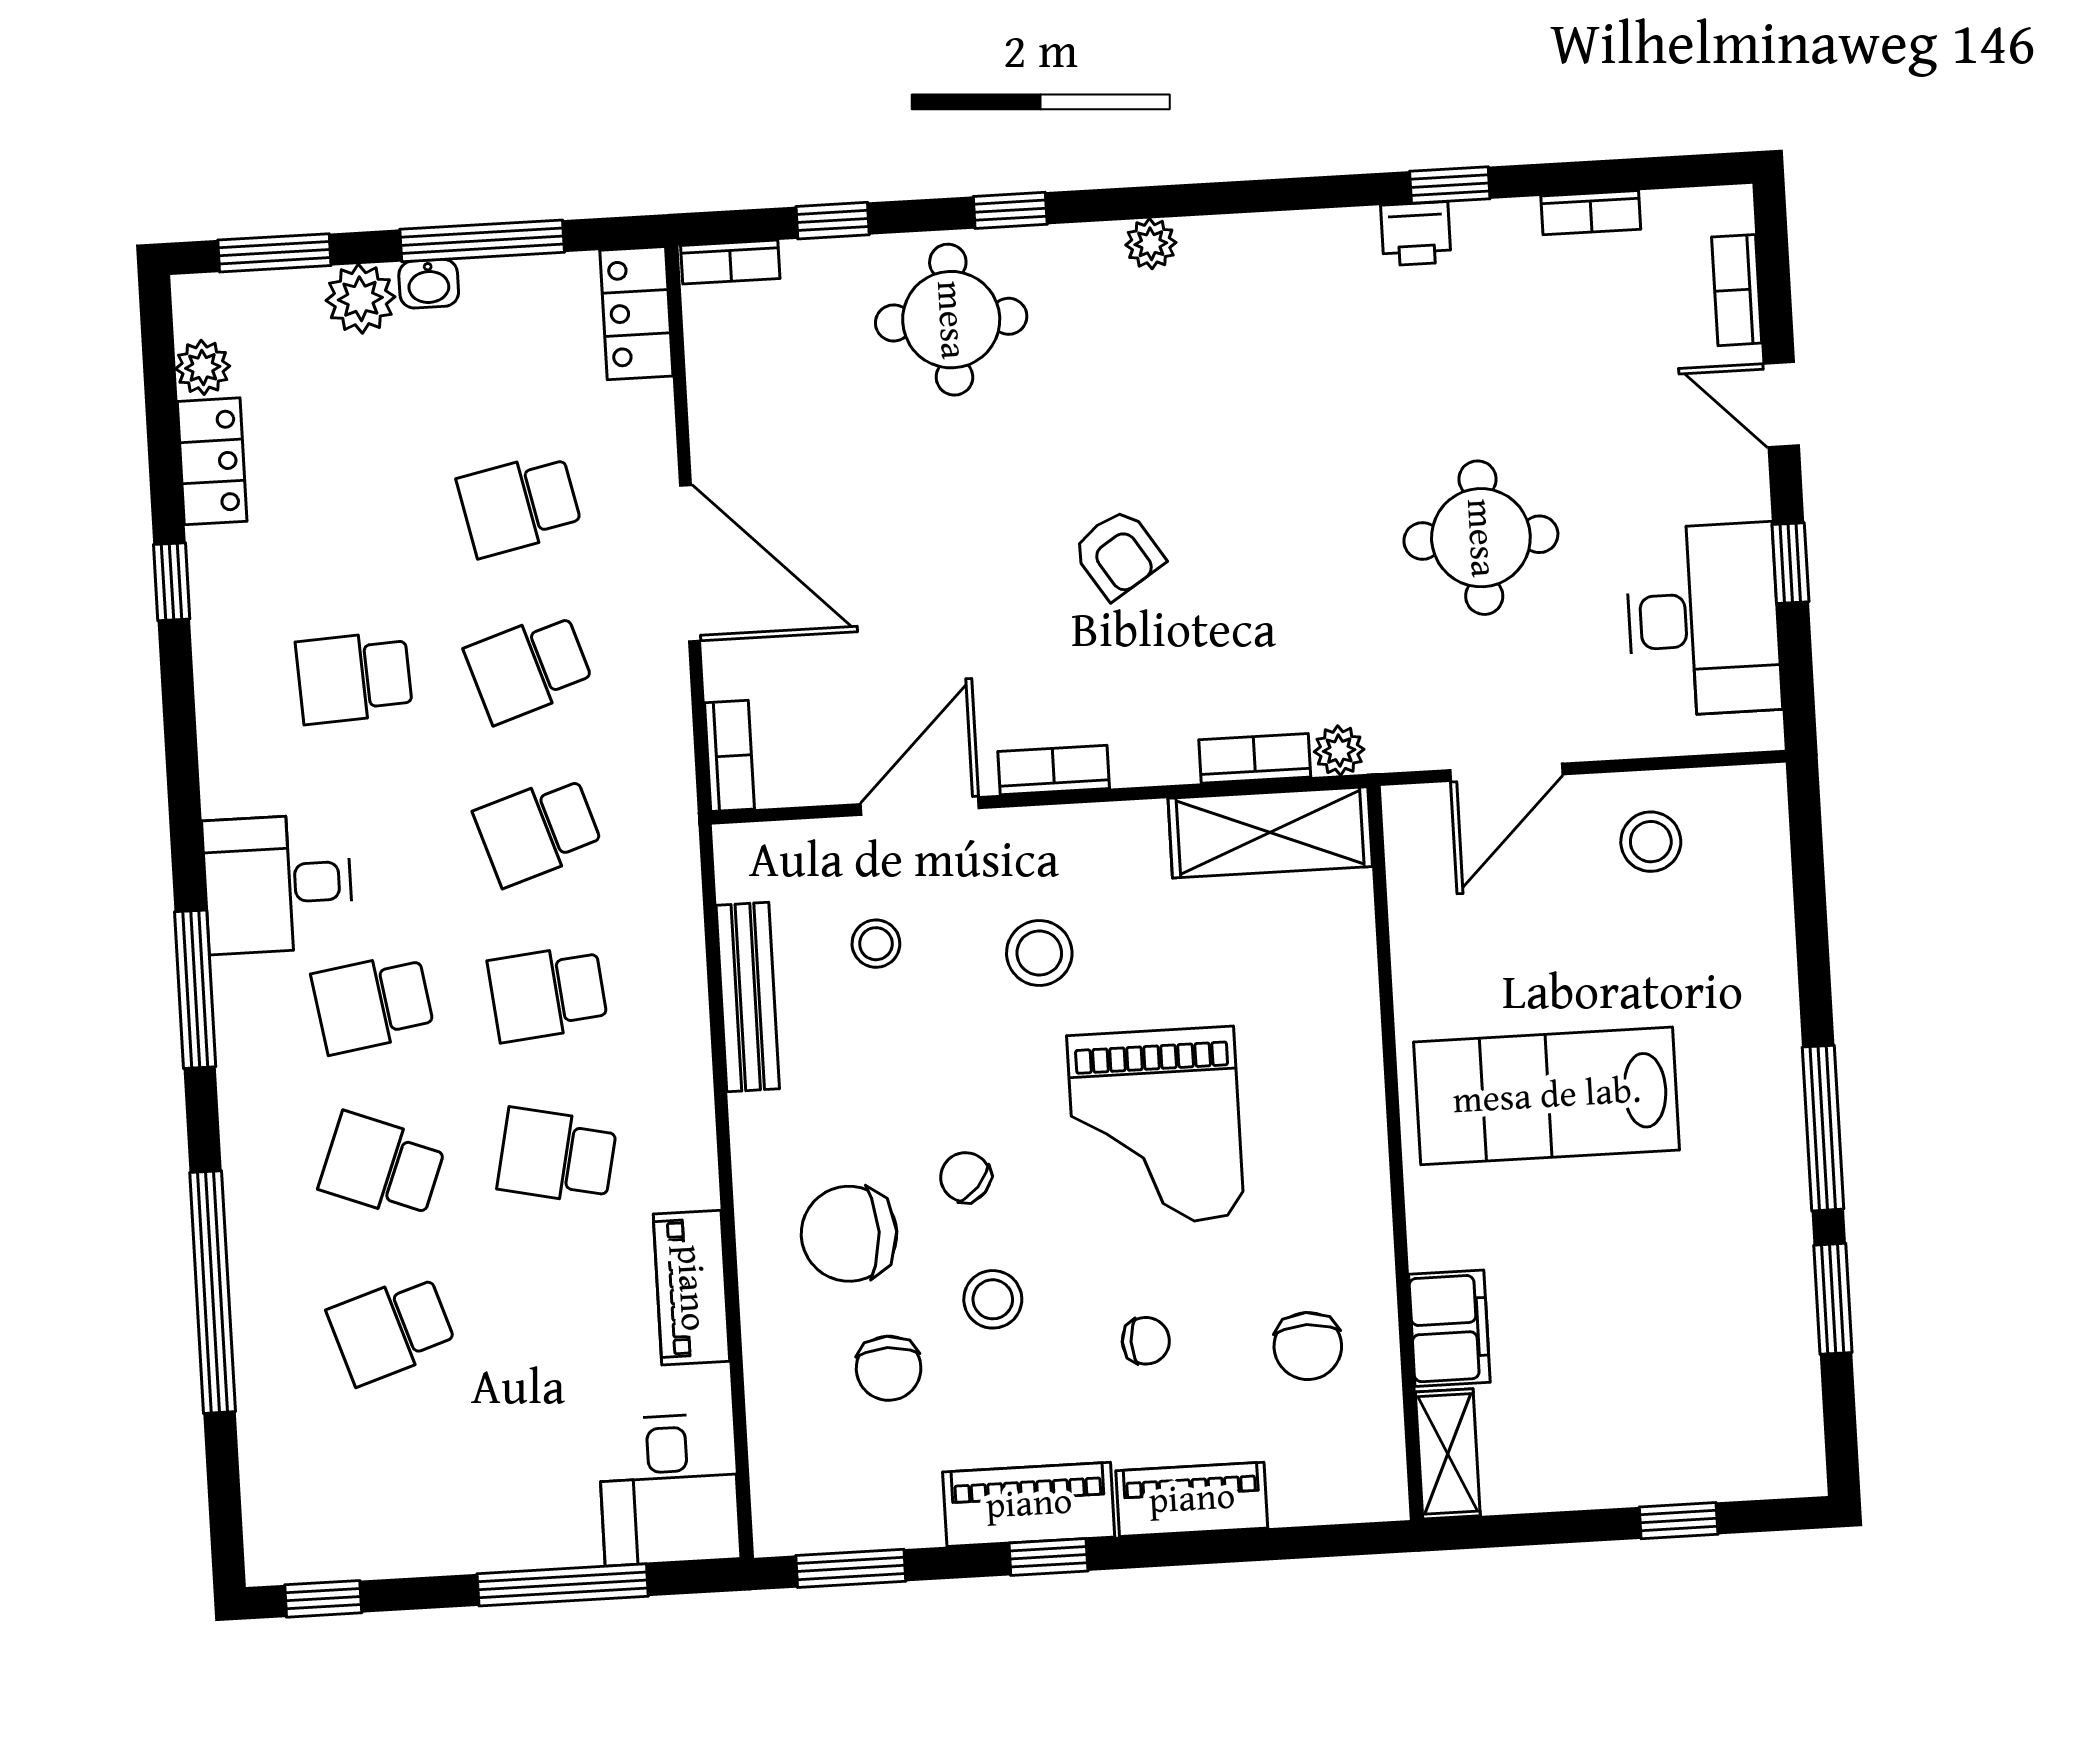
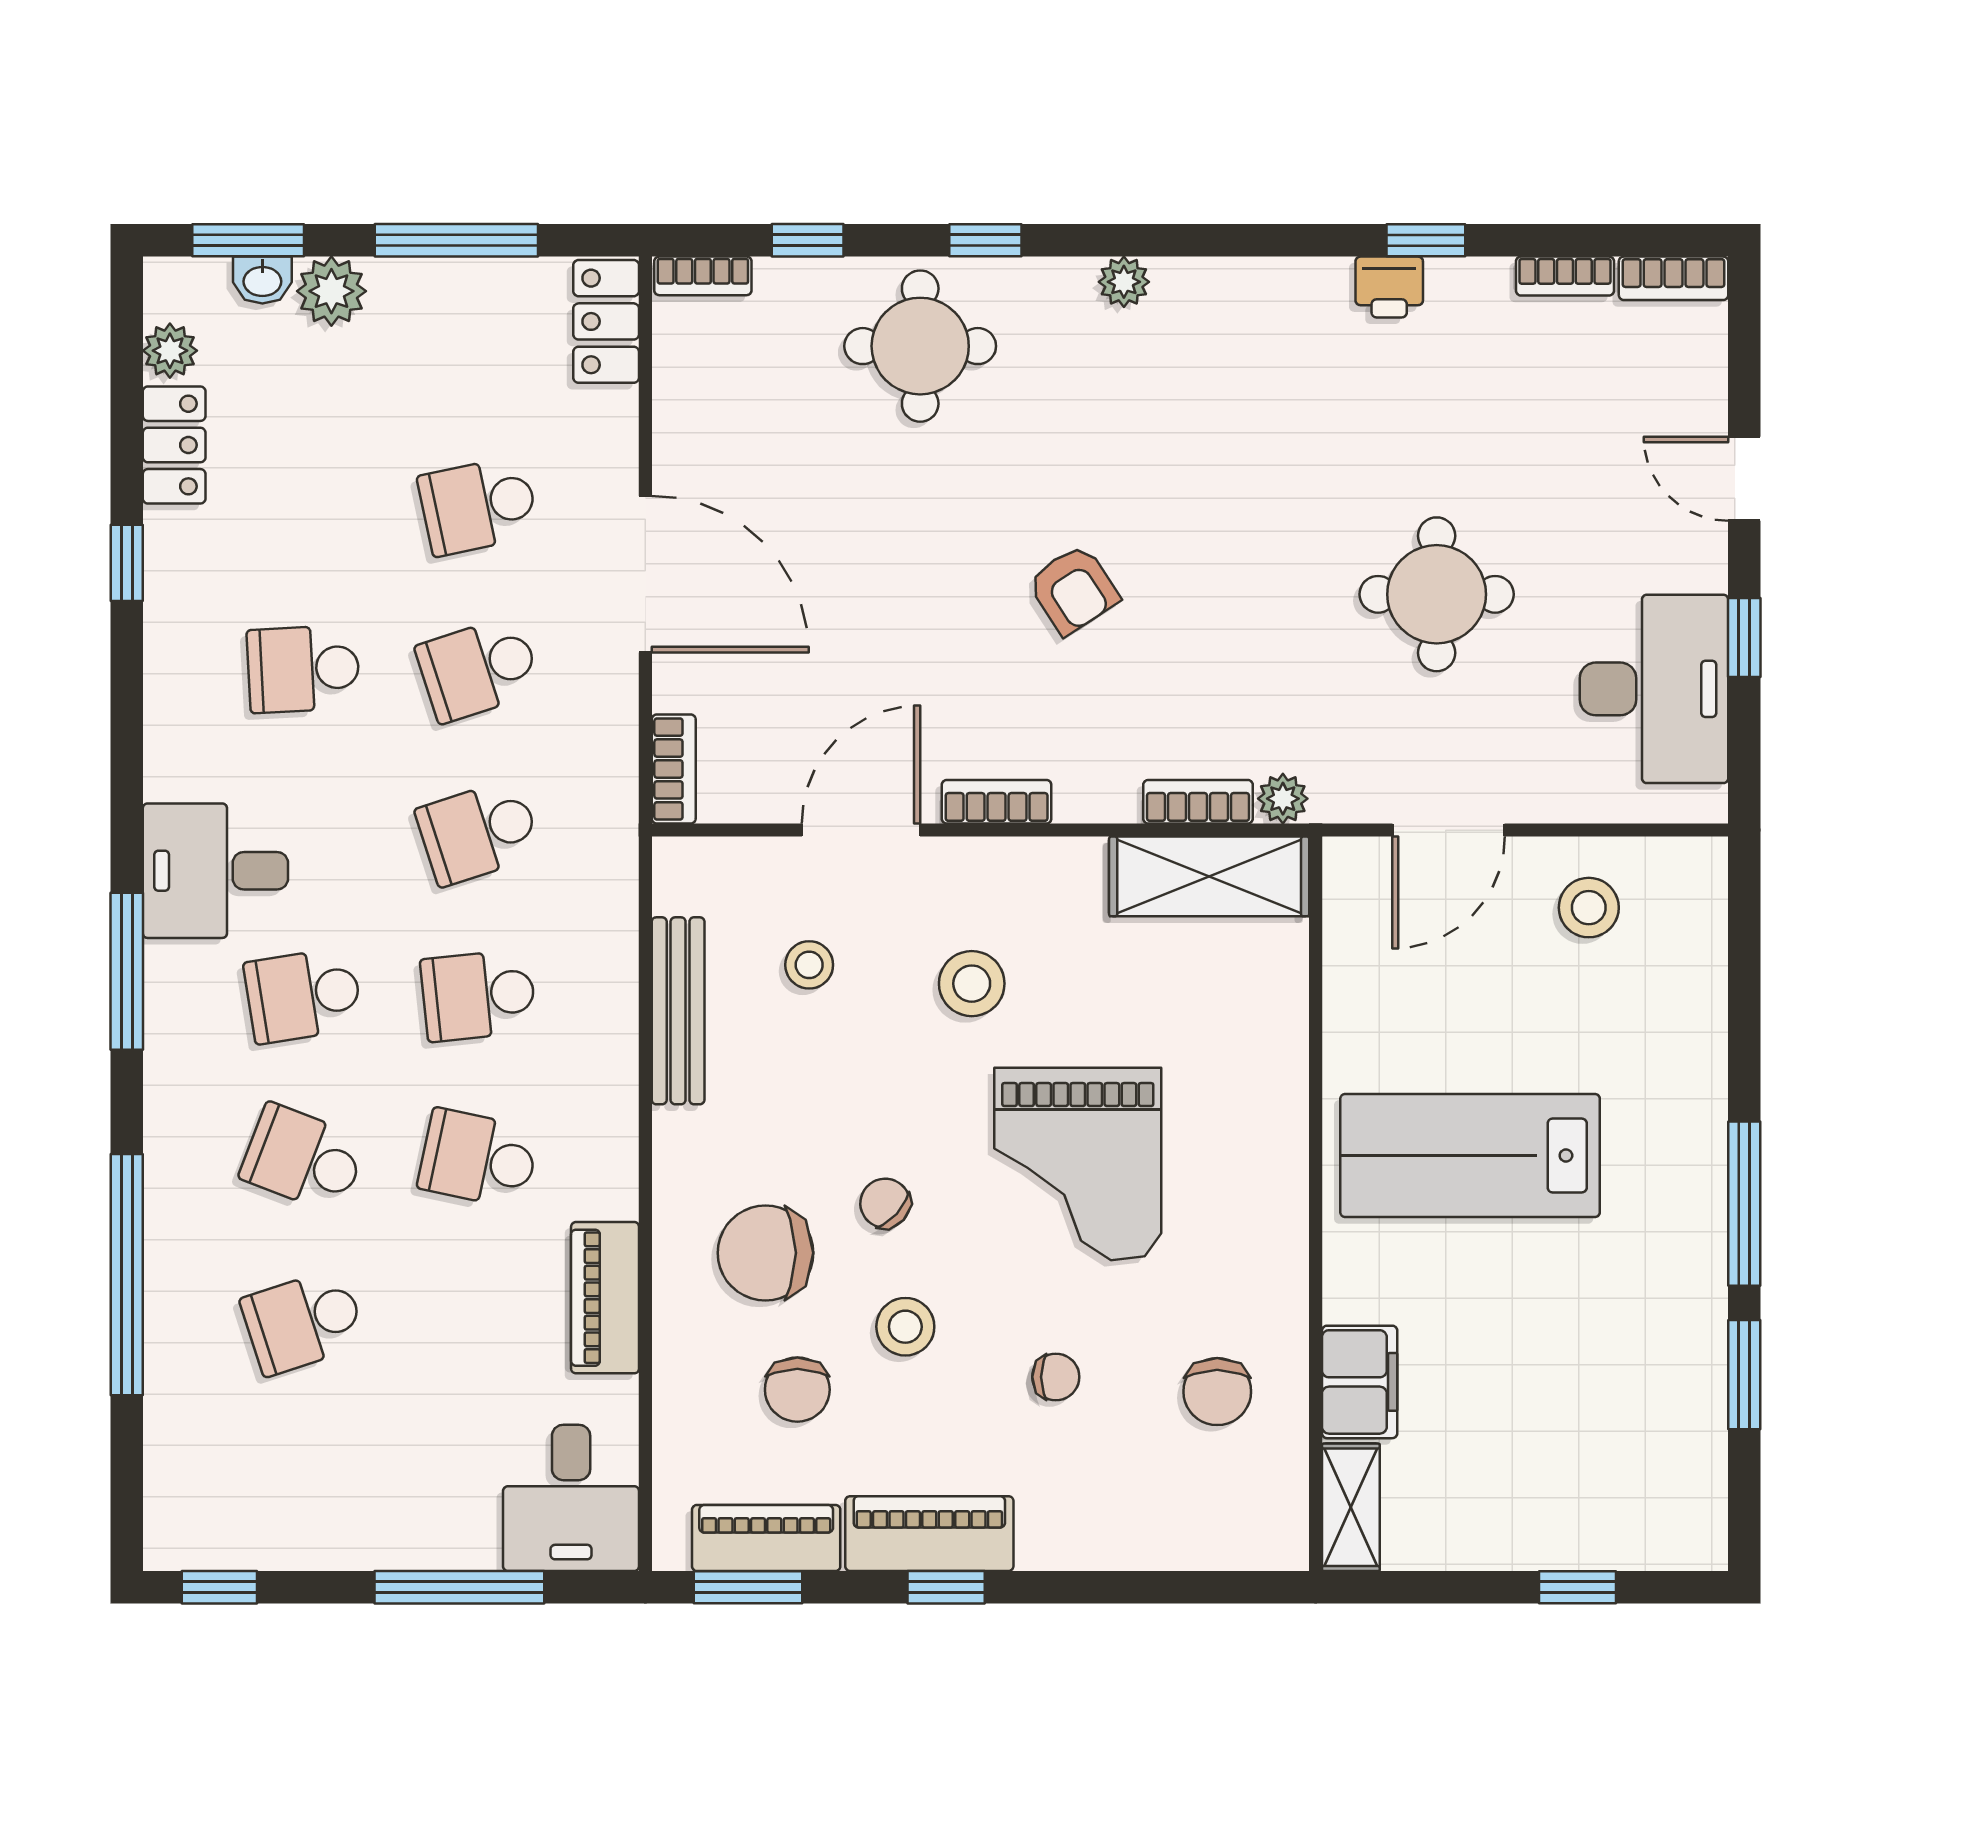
washbasin: (429, 284) -> (262, 280), moved
bookcase: (1737, 290) -> (1674, 278), moved, turned -90
piano: (1192, 1499) -> (766, 1538), moved

